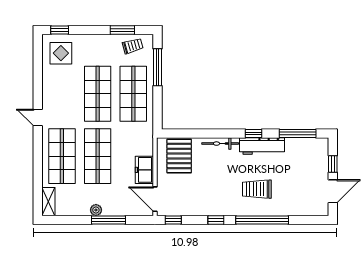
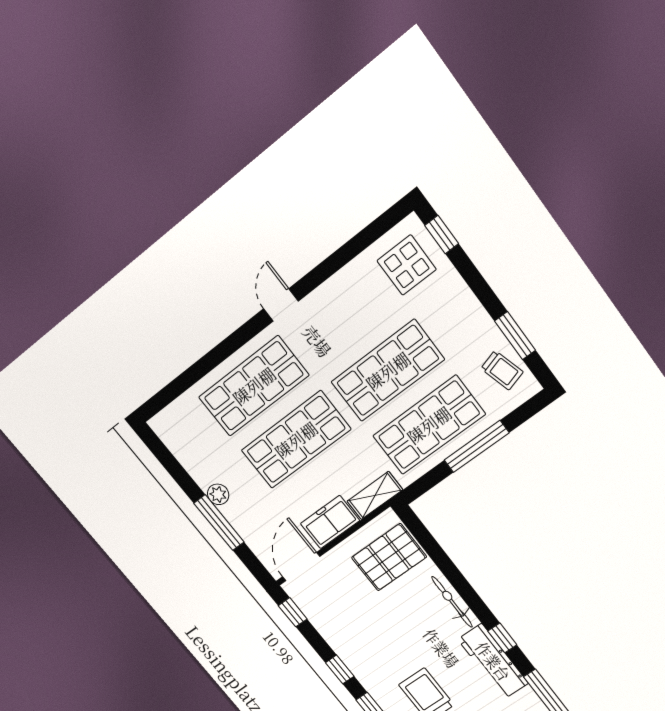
window: (157, 67) -> (476, 446), moved
shelving: (48, 202) -> (375, 495), moved

